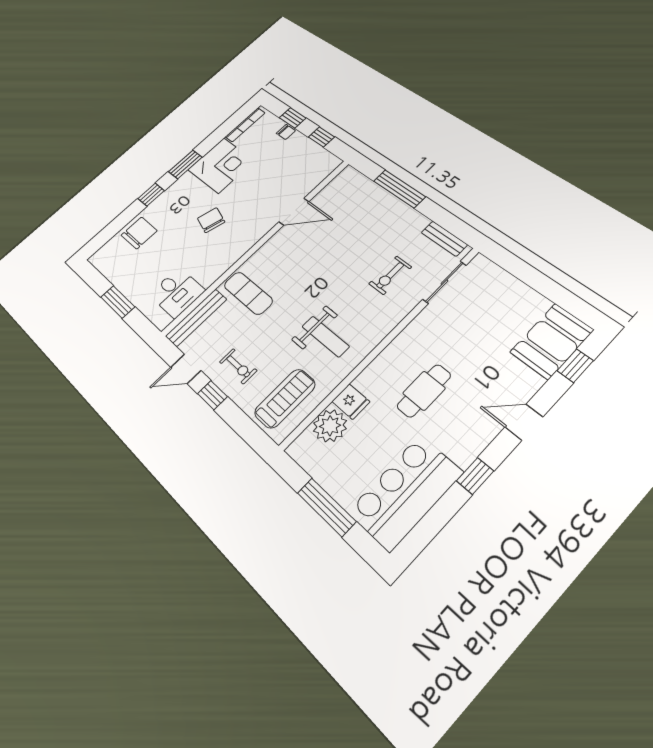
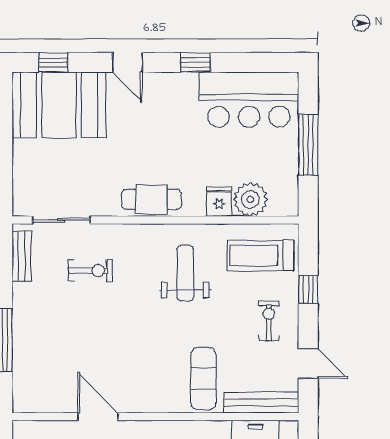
booth: (552, 341) -> (59, 105), width x1.36, depth x1.42
cafe table: (424, 391) -> (151, 199), moved
window: (212, 395) -> (308, 290), moved

